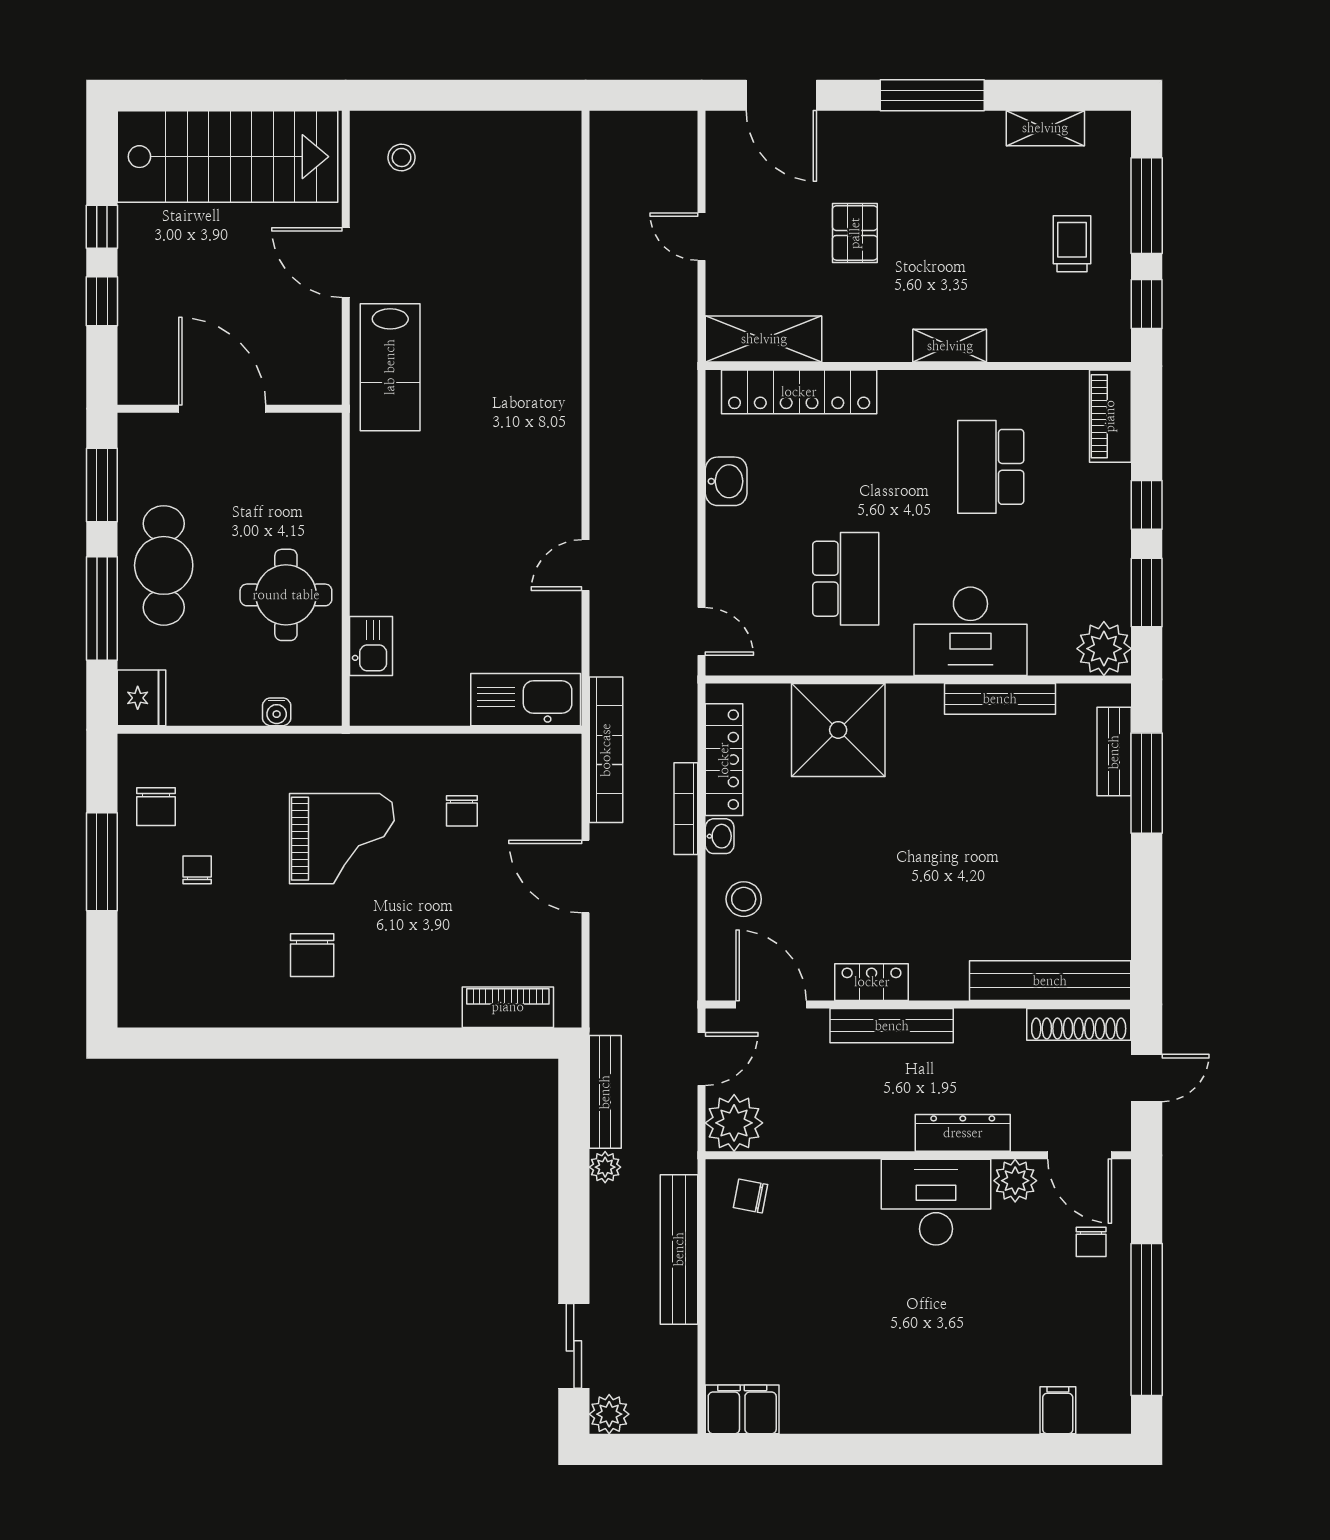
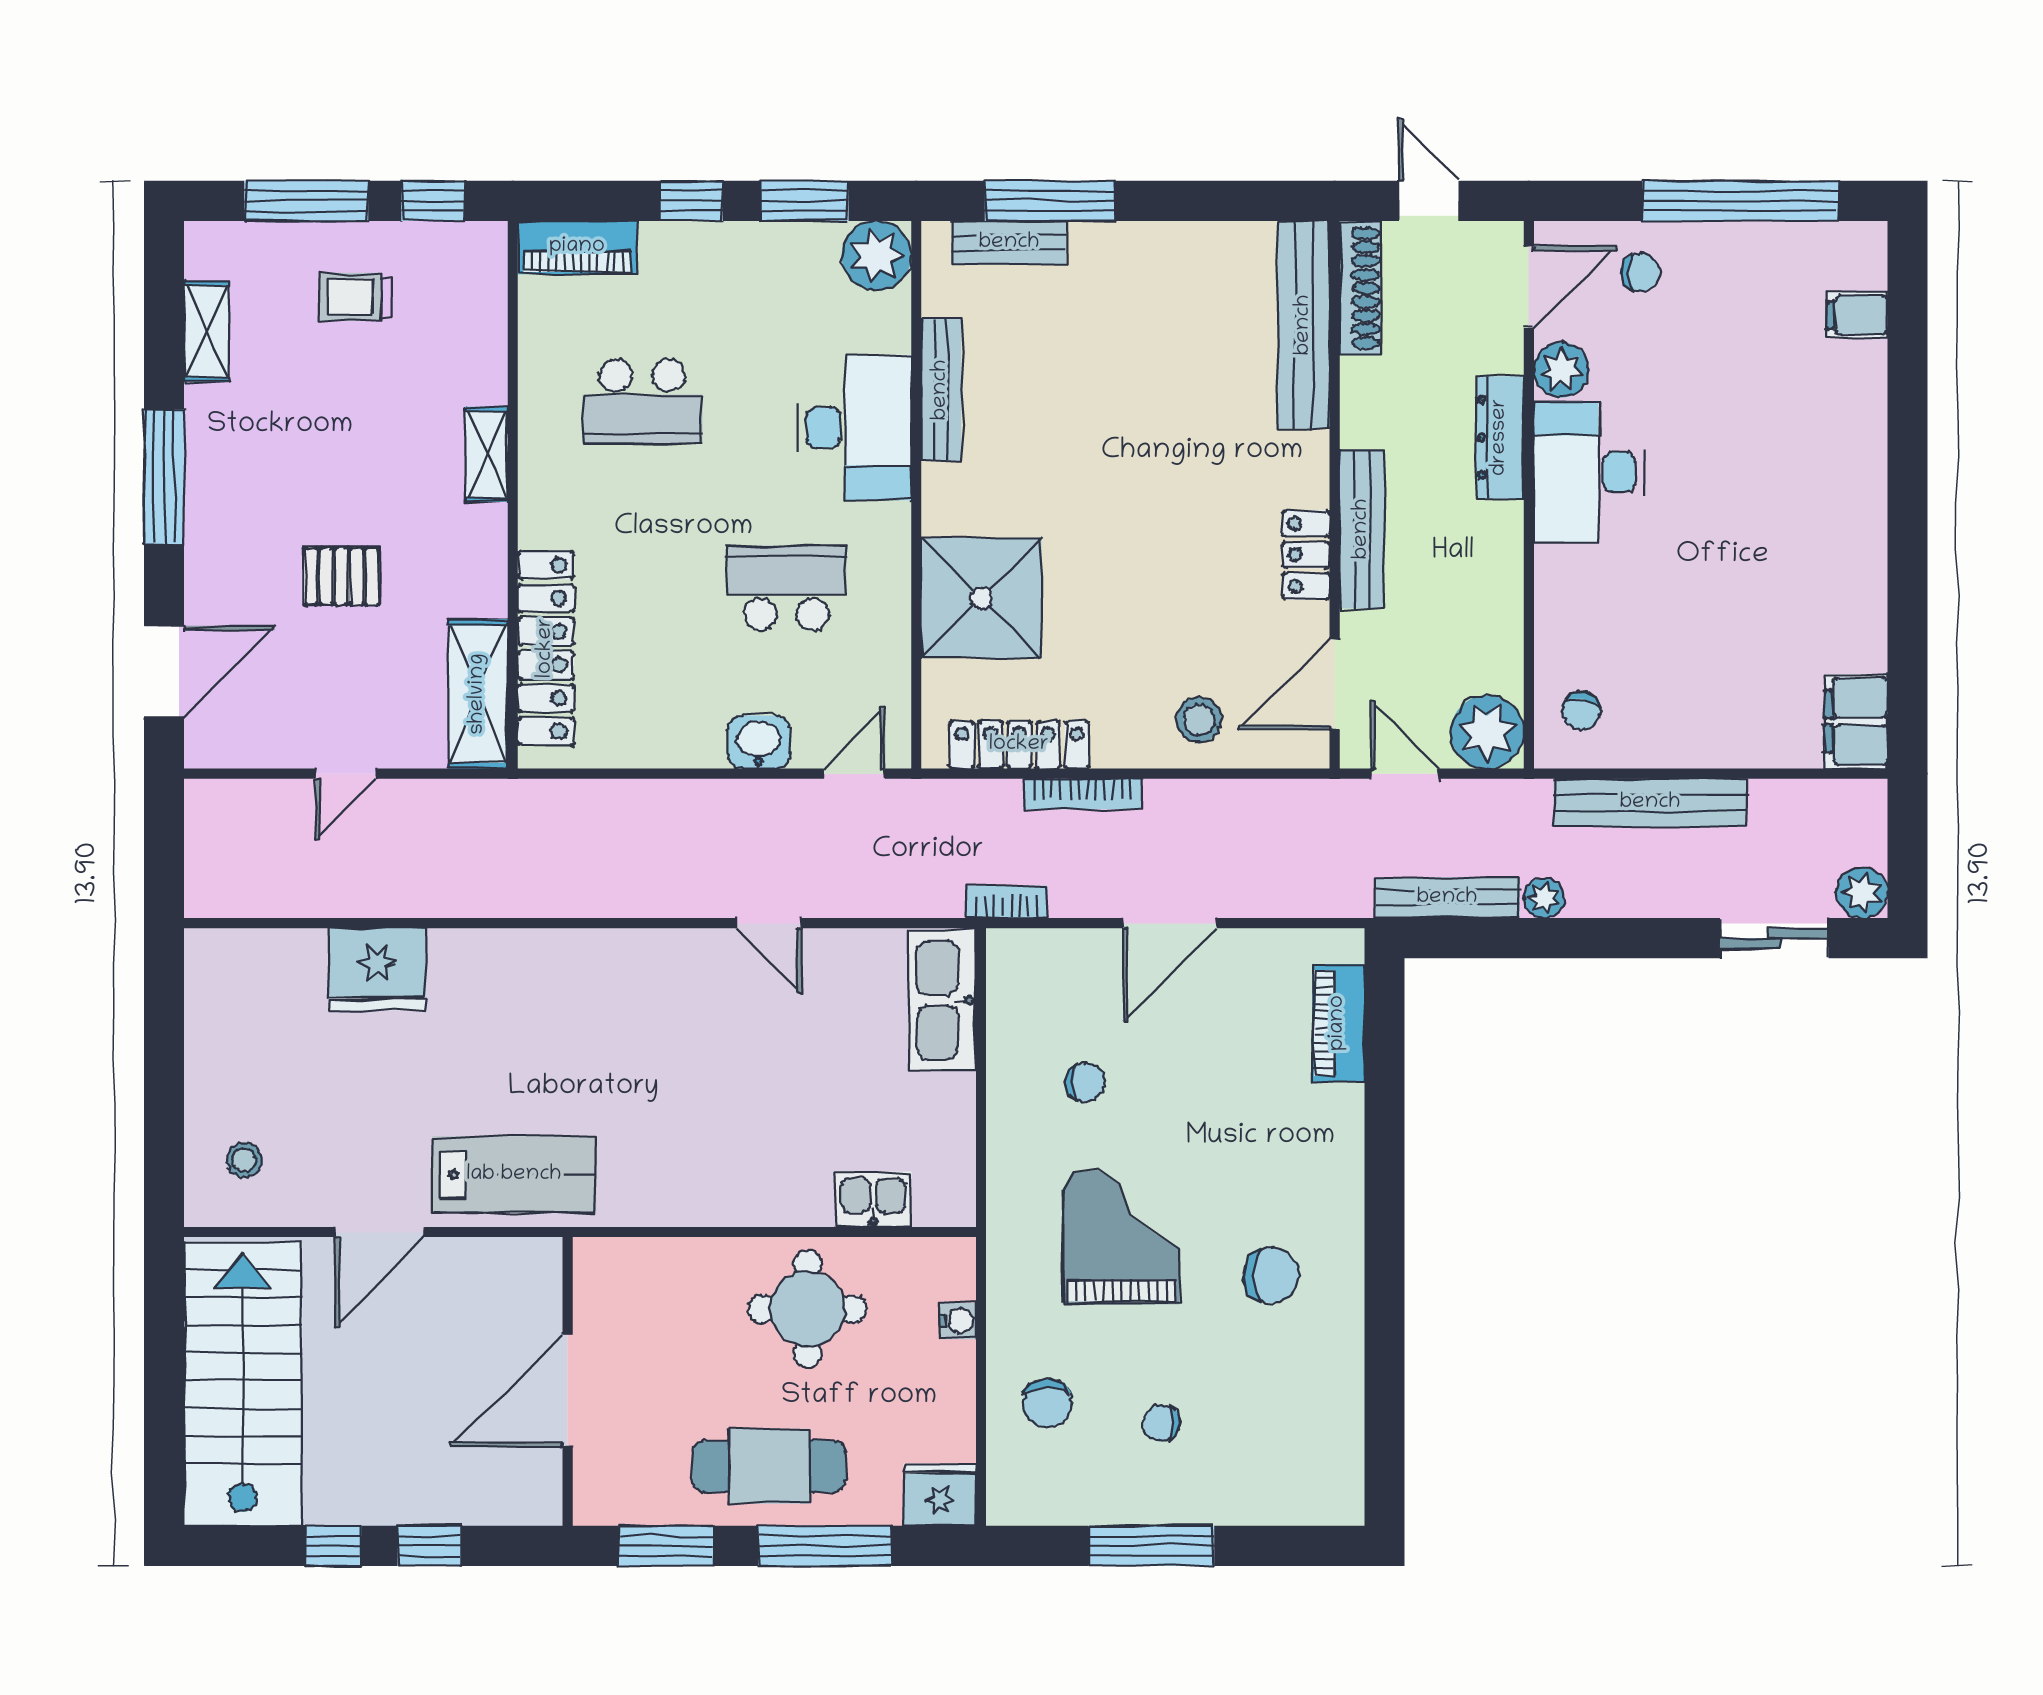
fridge: (550, 261) -> (377, 969), added
washbasin: (726, 481) -> (759, 742), moved
bookcase: (606, 750) -> (1007, 902), width x0.43, depth x0.76
chair: (156, 807) -> (1047, 1403), moved, turned 90
washbasin: (720, 836) -> (1118, 750), removed

